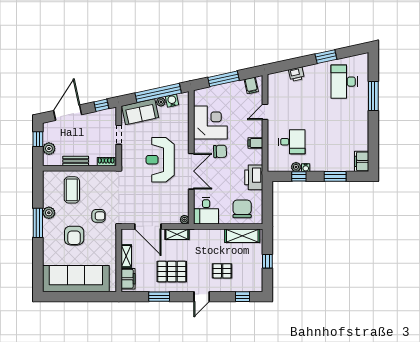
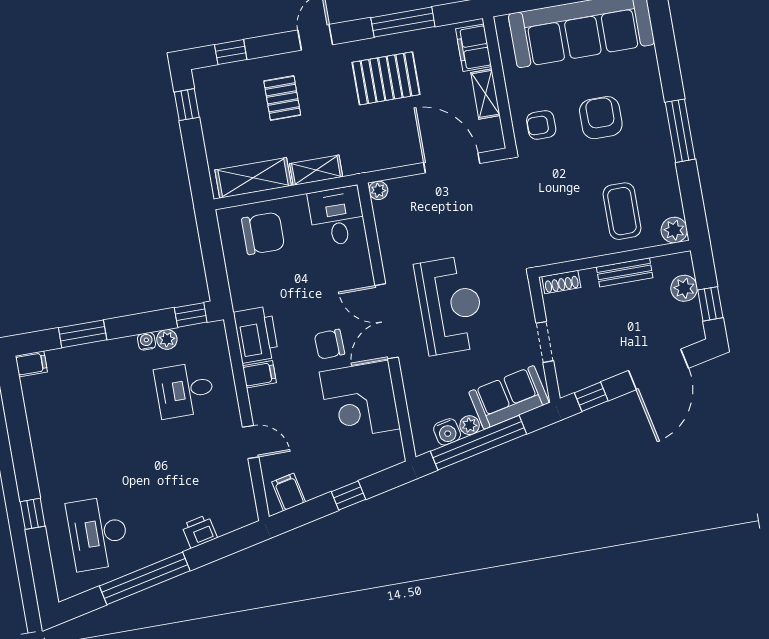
window: (326, 57) -> (145, 578), width x2.11
window: (223, 79) -> (349, 495), width x0.46
desk: (344, 82) -> (98, 533), turned 180
window: (373, 96) -> (33, 514), width x0.46
door: (265, 112) -> (251, 442), hinge flipped
filing cabinet: (362, 161) -> (31, 364), width x0.50
double door: (191, 171) -> (387, 321), moved
window: (299, 176) -> (191, 315), moved
printer: (254, 177) -> (256, 335), moved
chair: (242, 209) -> (263, 233), turned -90
plant: (49, 213) -> (674, 230), moved
armchair: (98, 216) -> (541, 125), moved
shelving: (177, 234) -> (316, 170), moved
window: (267, 261) -> (187, 105), moved
pallet: (222, 271) -> (282, 98), turned 90
window: (159, 297) -> (403, 22), width x1.44

